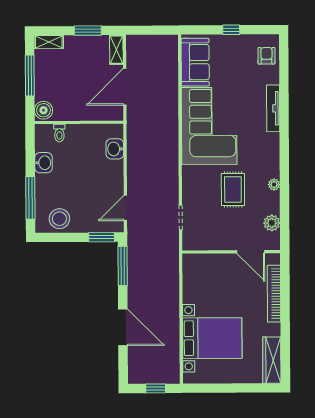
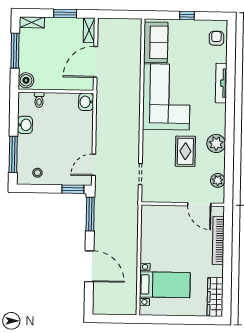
washbasin: (115, 149) -> (86, 102), moved
plant: (274, 185) -> (216, 143), width x1.87, depth x1.87
stool: (59, 219) -> (37, 173), width x0.53, depth x0.53
bed with nightstands: (212, 338) -> (165, 285), width x0.73
window: (156, 388) -> (116, 319), removed

